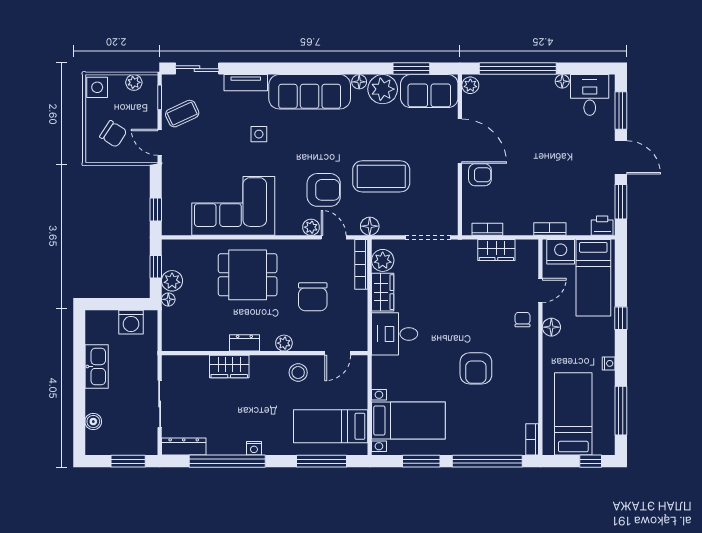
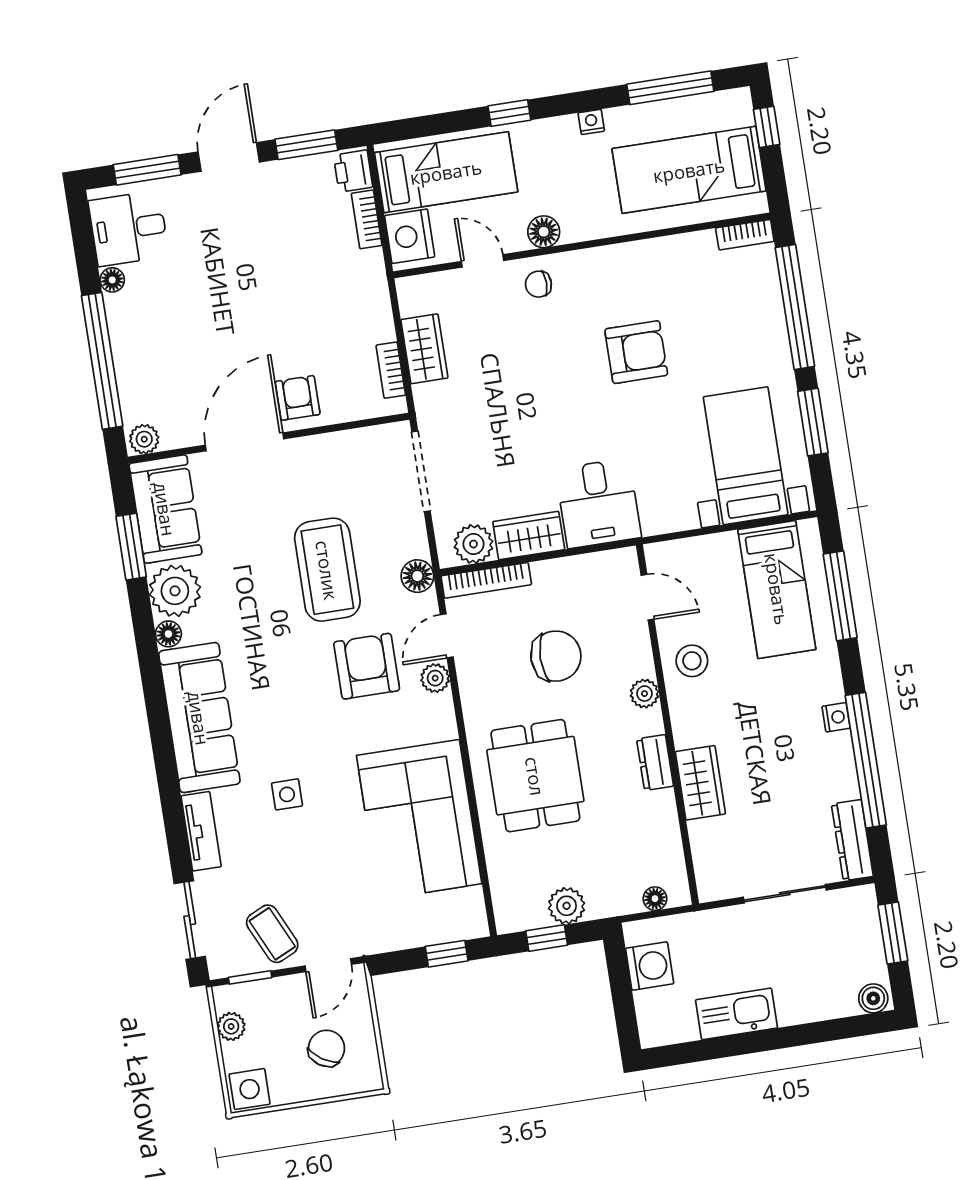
bookcase: (550, 229) -> (367, 219), moved
floor lamp: (168, 299) -> (655, 899), moved
boiler: (93, 422) -> (873, 998), moved

